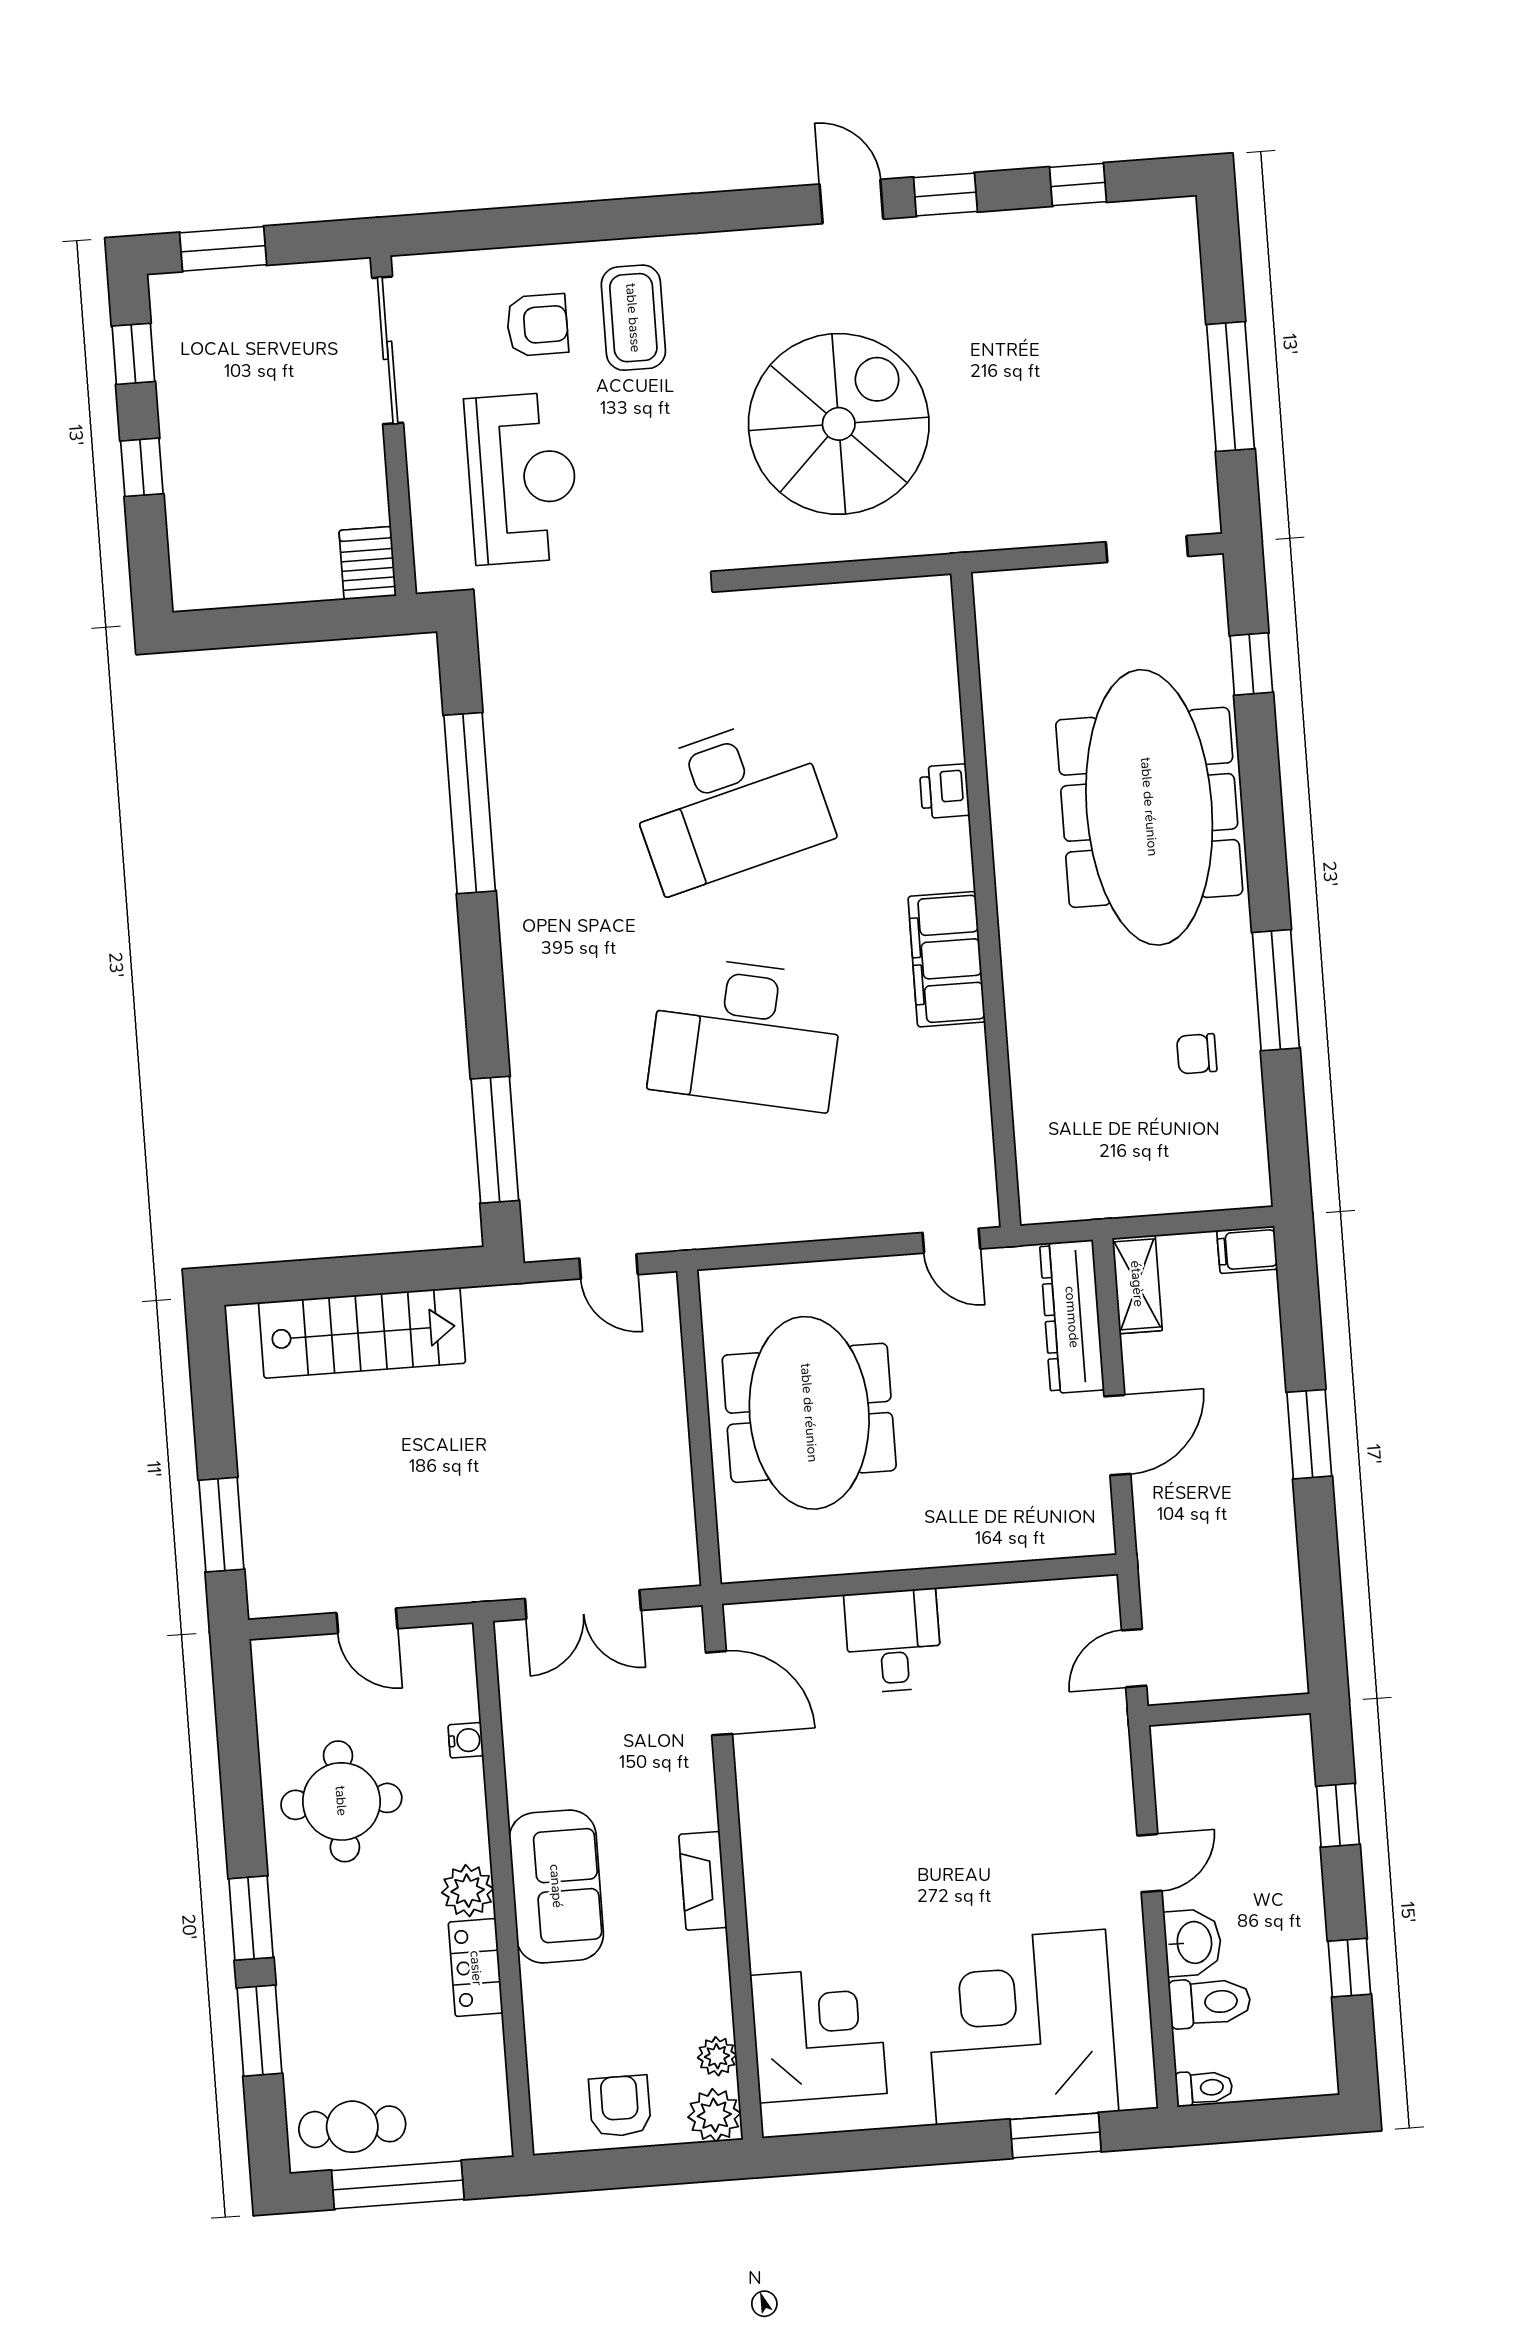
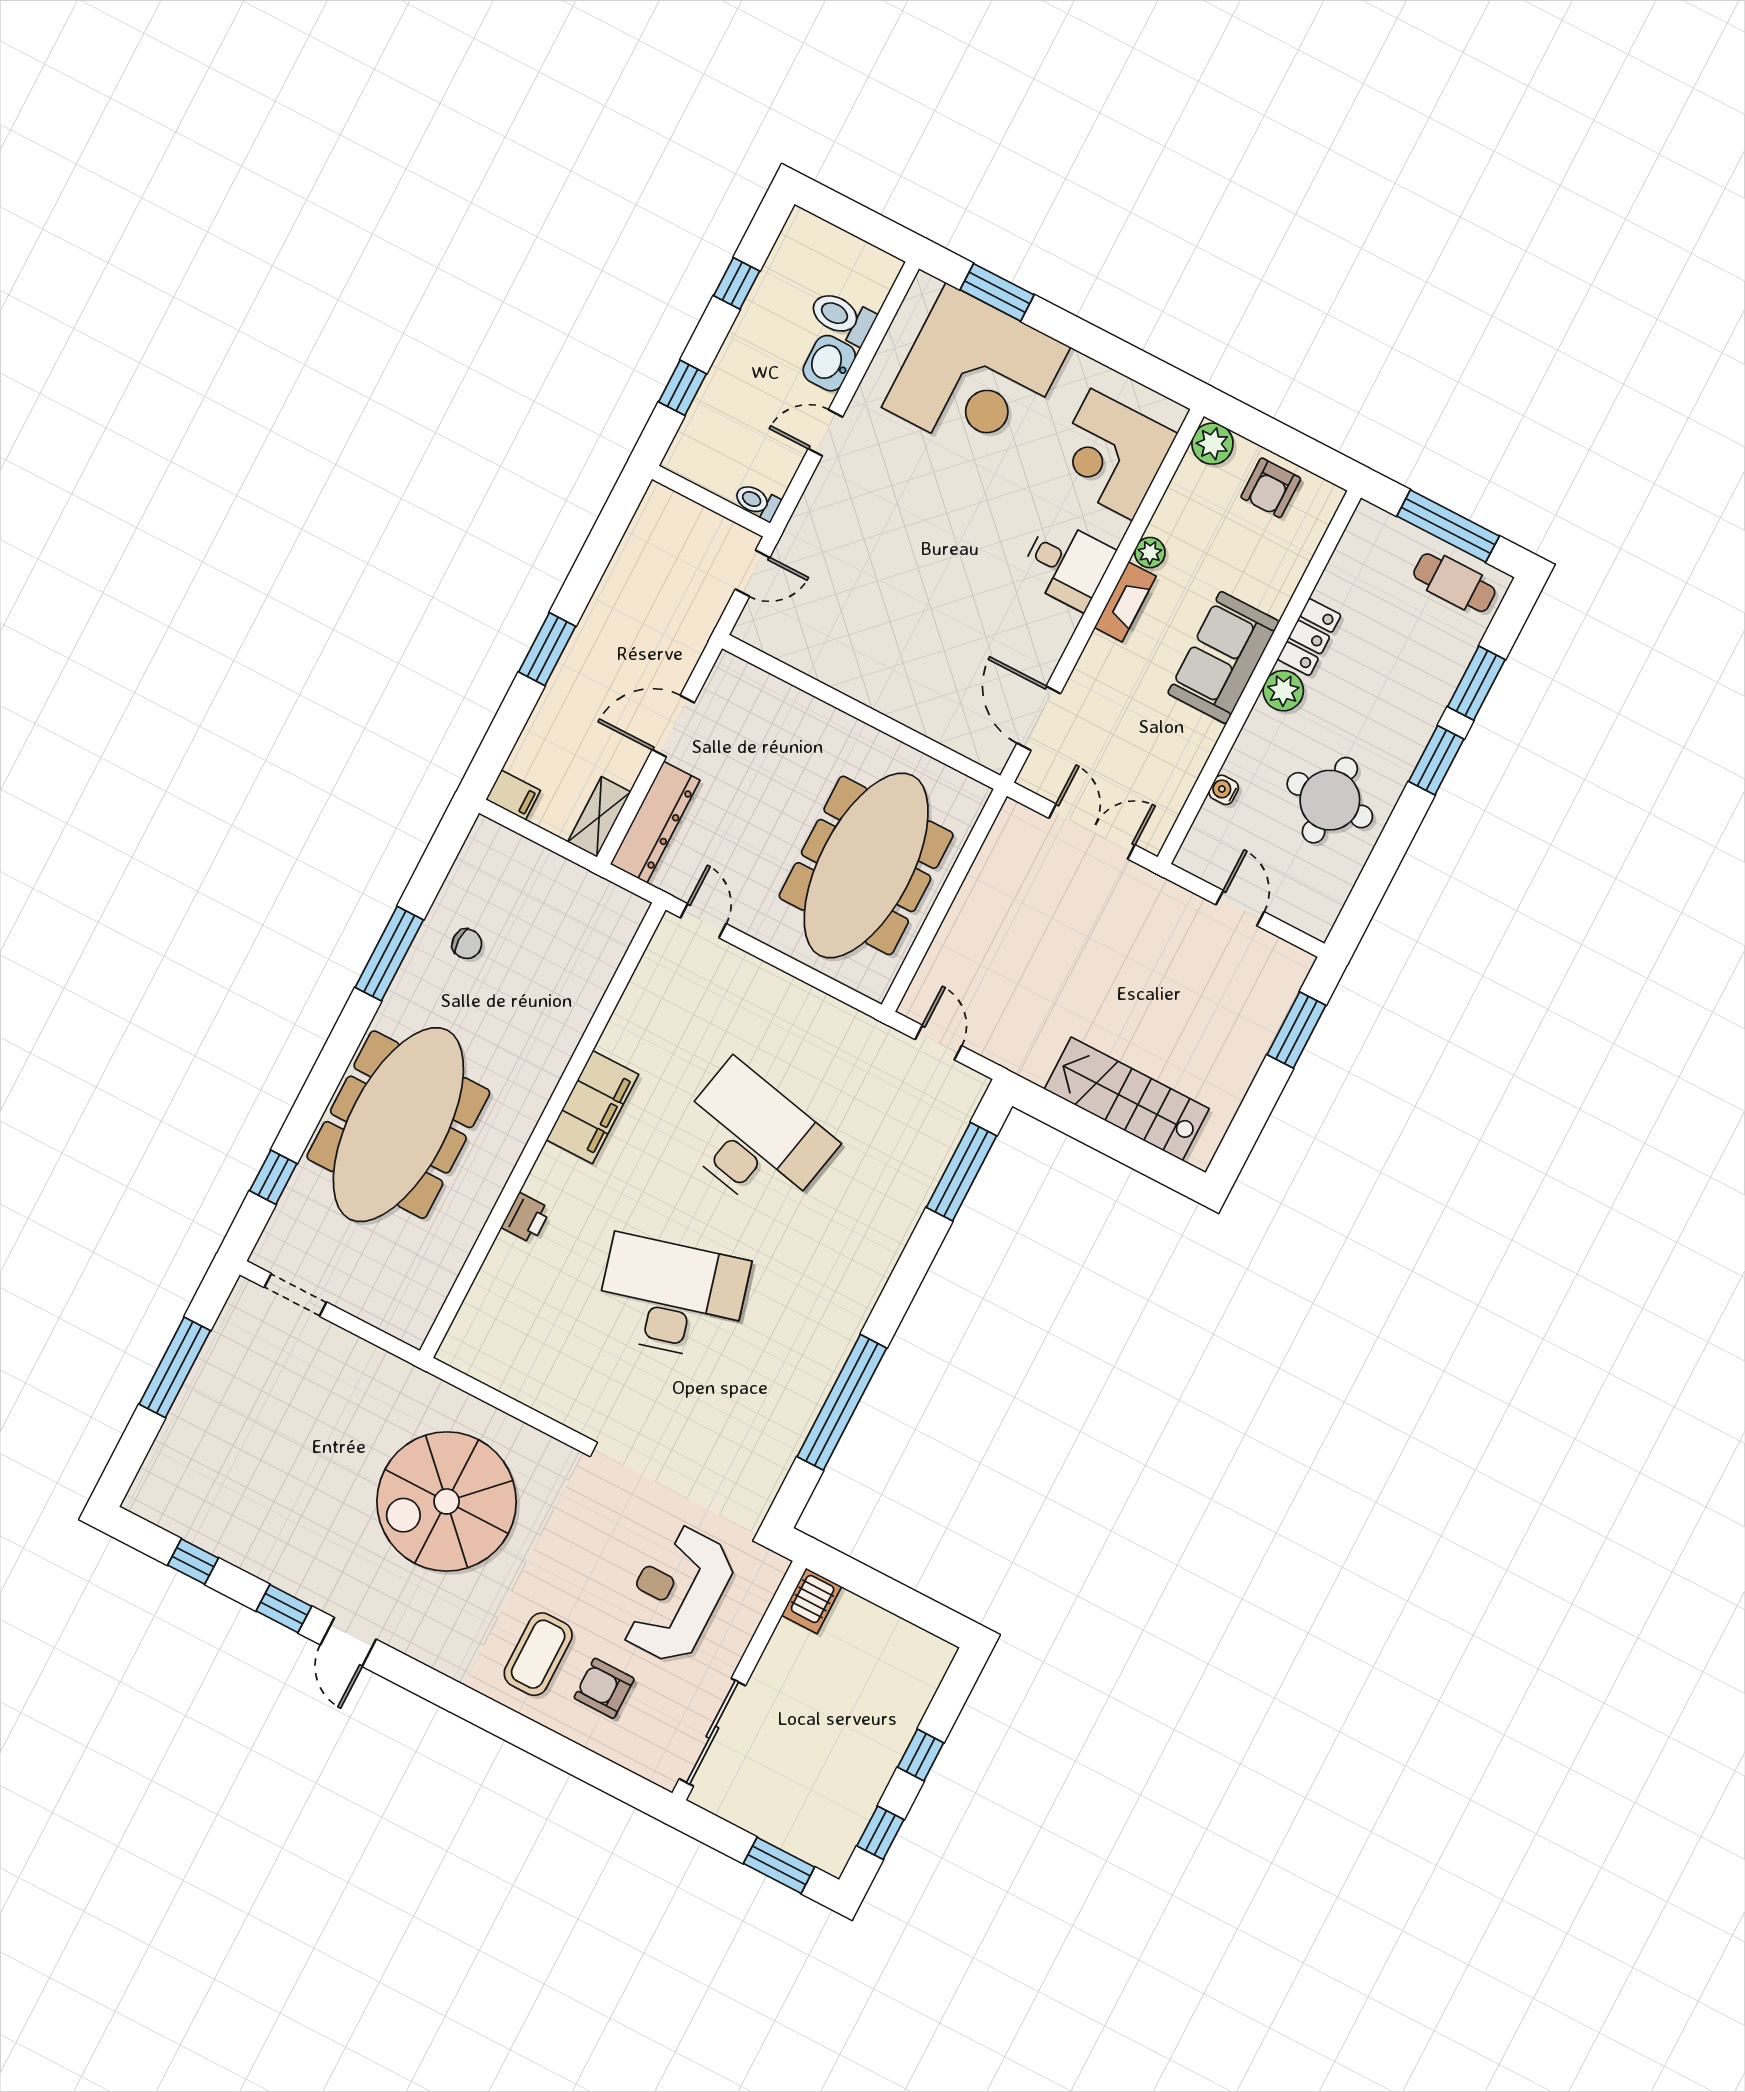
meeting table: (809, 1413) -> (866, 865), width x1.36
desk: (893, 1641) -> (1067, 564), moved, turned -90
plant: (717, 2056) -> (1150, 553), moved
toilet: (1204, 2088) -> (757, 502), moved

